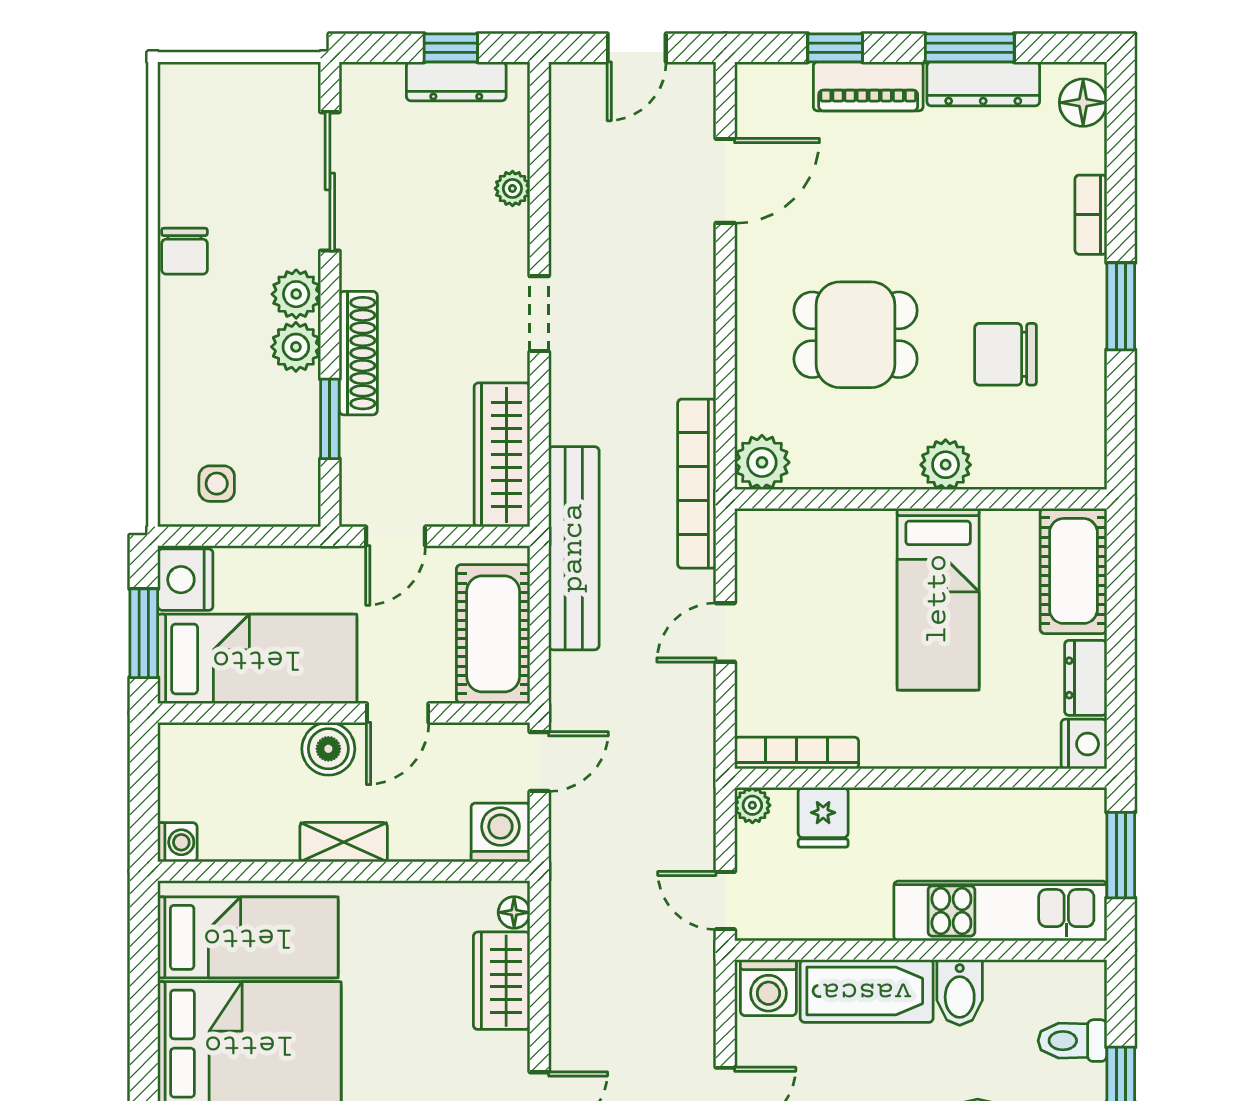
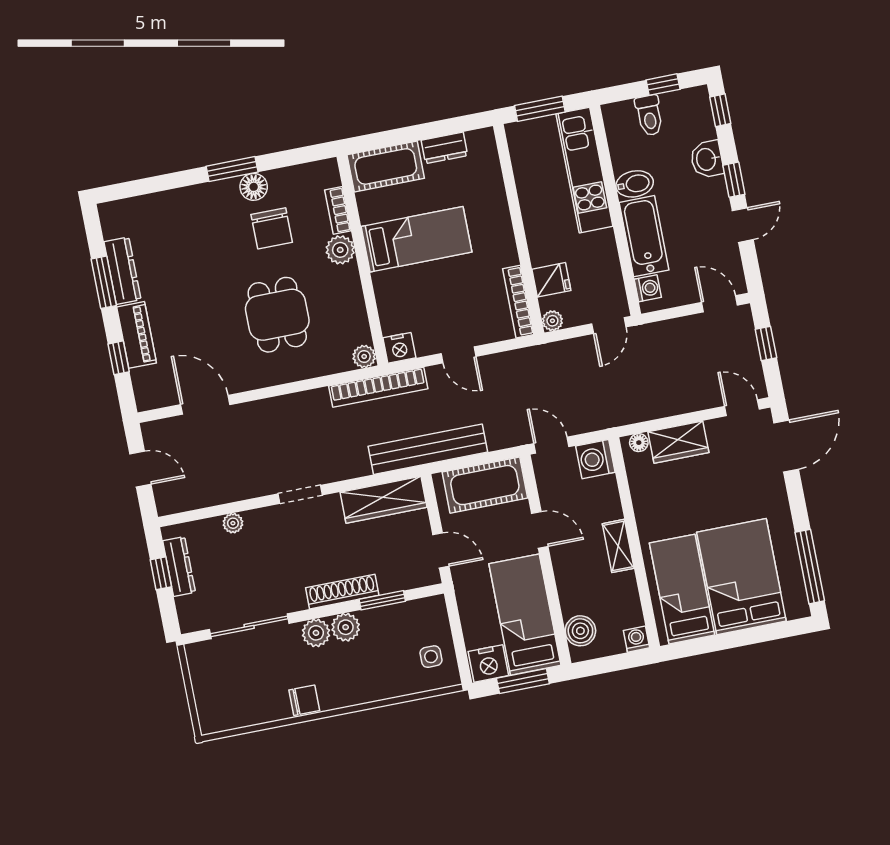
floor lamp: (1083, 103) -> (254, 187), moved
bookcase: (1091, 215) -> (338, 210), moved, turned 90
plant: (762, 462) -> (364, 356), width x0.73, depth x0.73
nightstand: (1084, 744) -> (399, 348), moved, turned 180
boiler: (328, 749) -> (580, 631), moved
washing machine: (768, 988) -> (648, 288), width x0.73, depth x0.73

